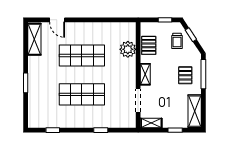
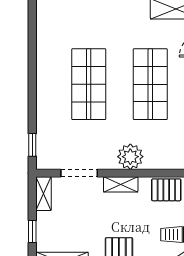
plant: (128, 49) -> (130, 157), moved
window: (53, 130) -> (32, 38), removed
window: (101, 130) -> (32, 145), moved

